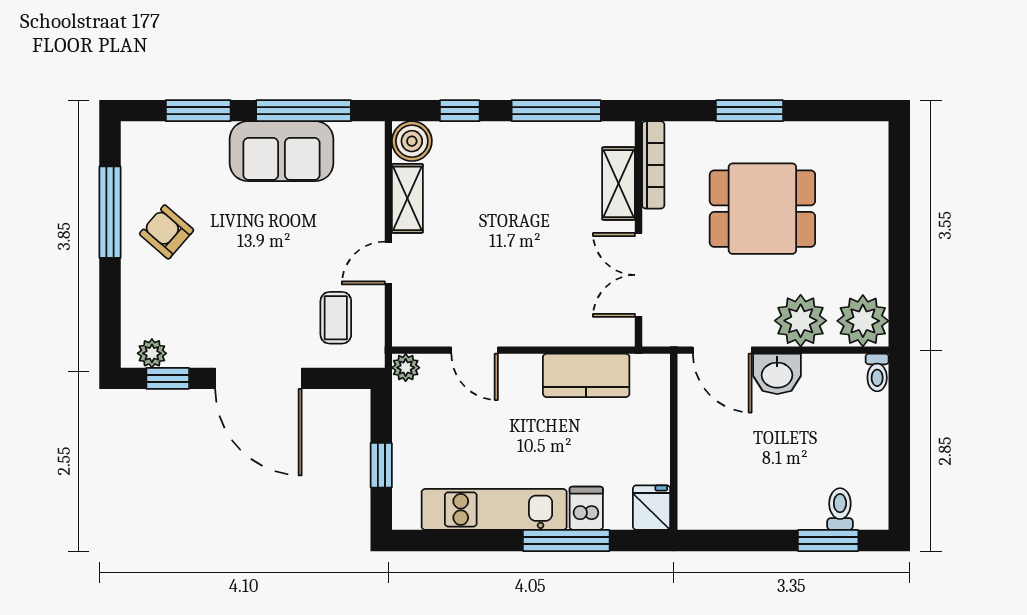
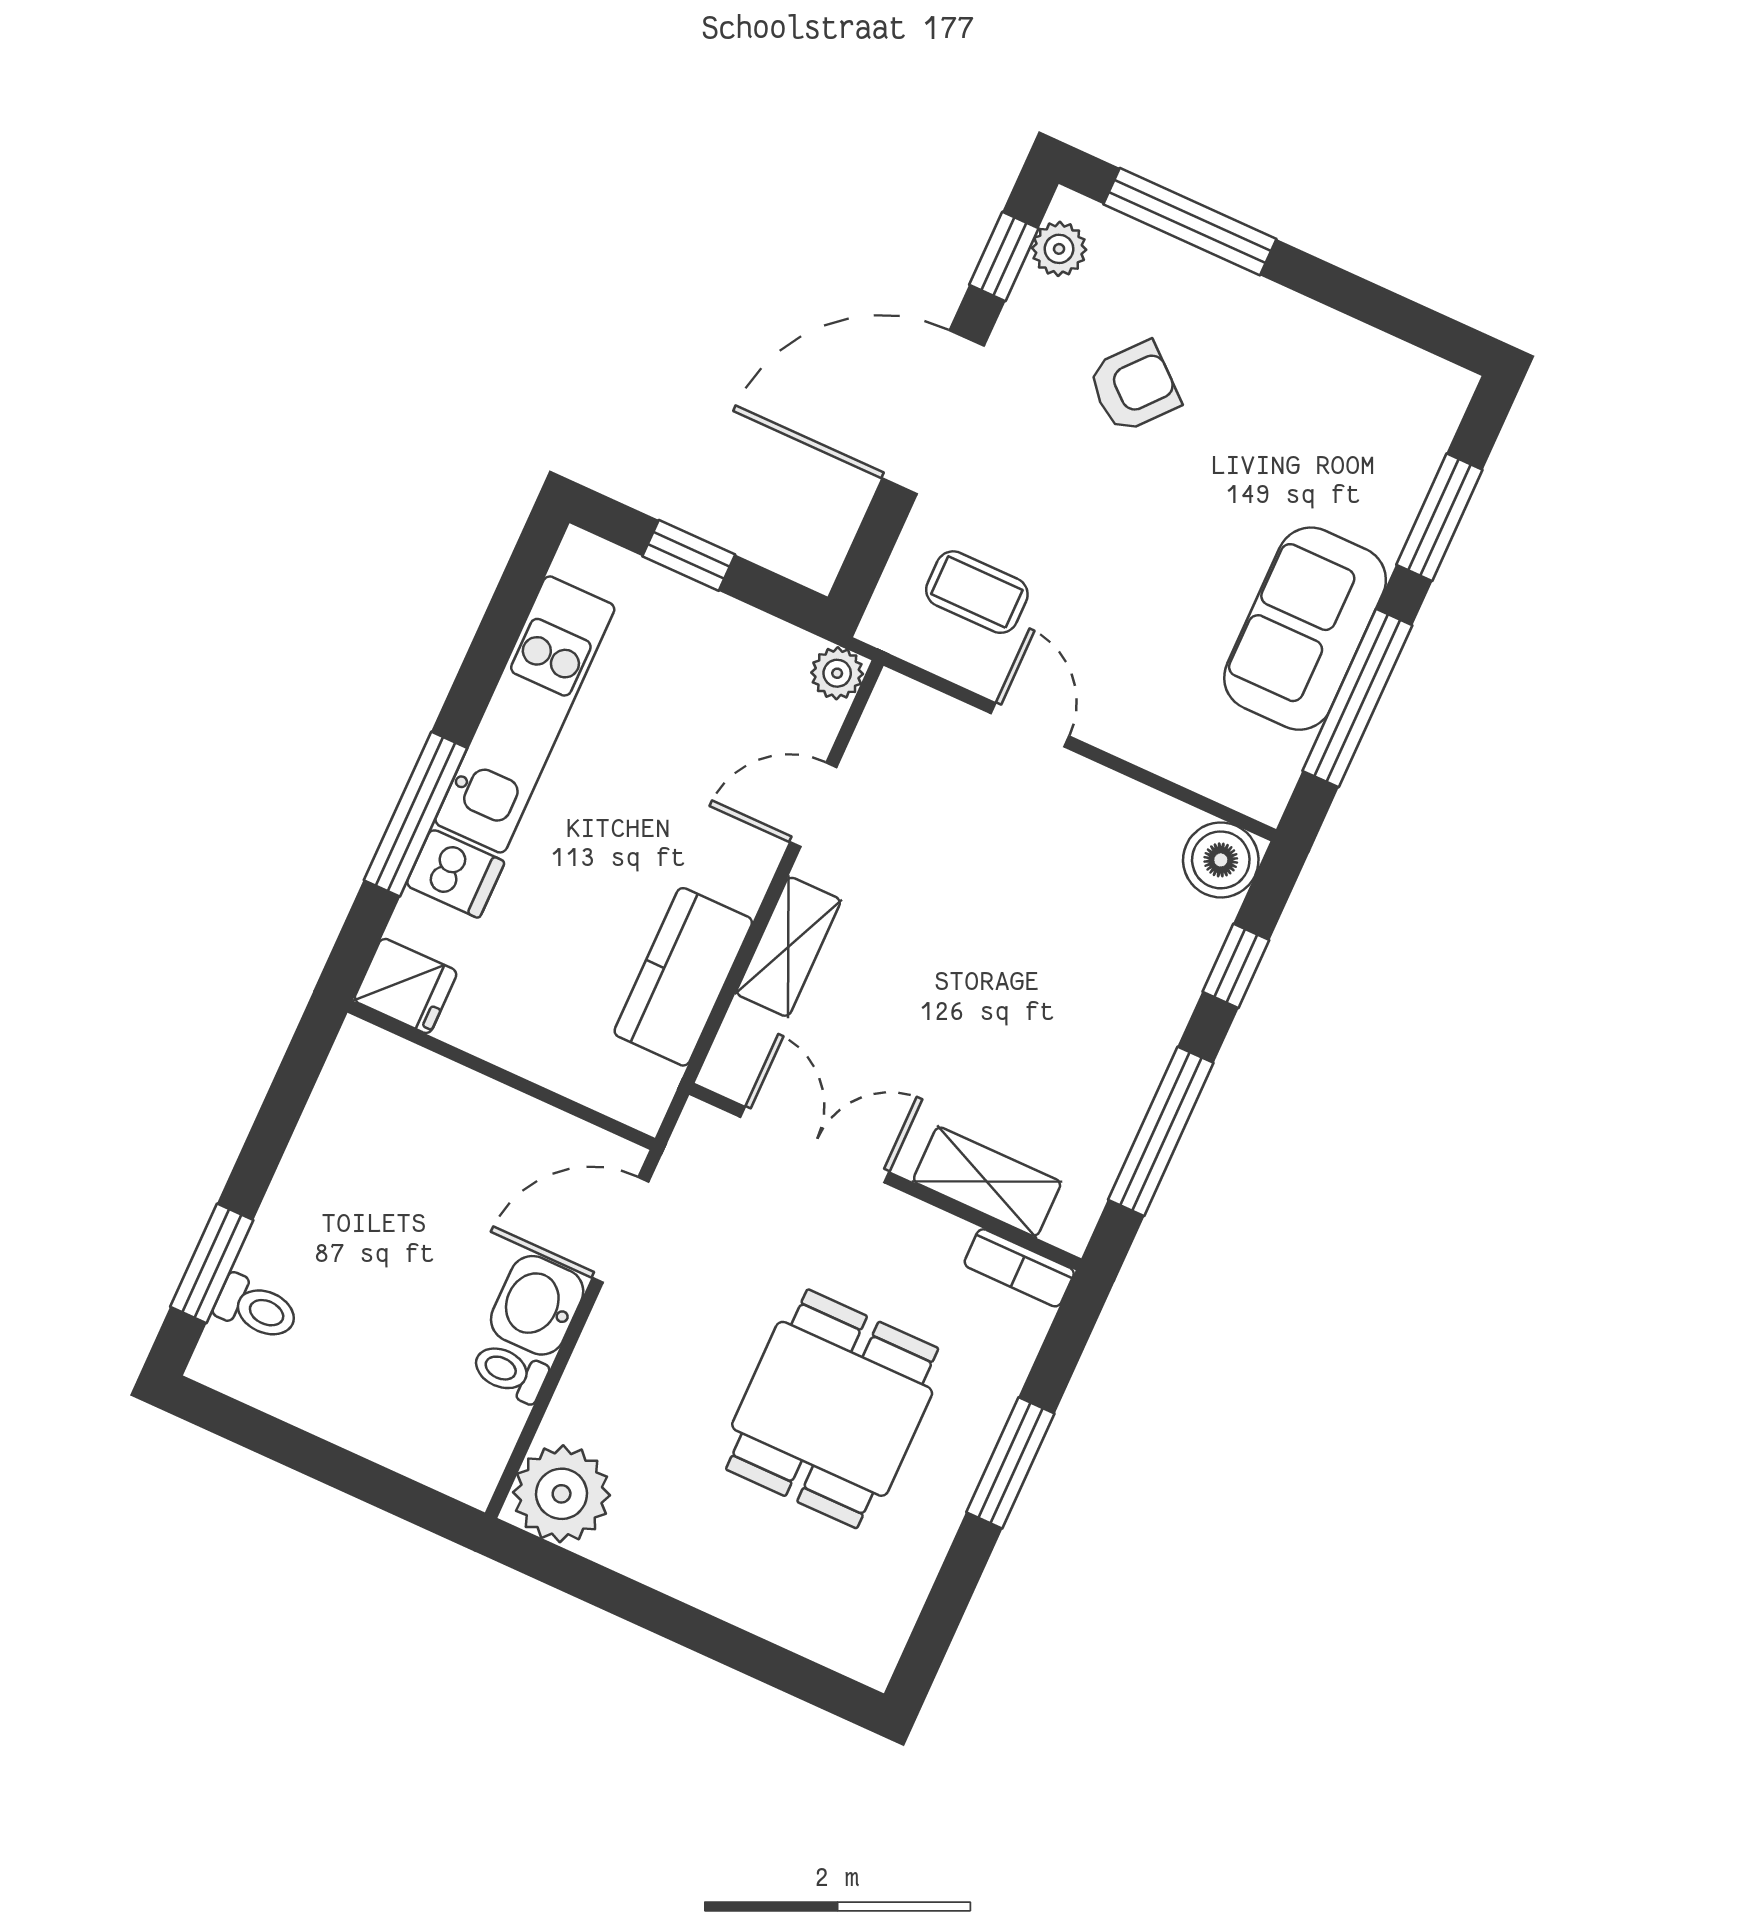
bookcase: (653, 165) -> (1019, 1268), width x0.64
shelving: (407, 198) -> (788, 947), moved, turned 90
window: (110, 212) -> (1190, 222), moved
armchair: (167, 232) -> (1134, 387), moved
plant: (801, 321) -> (610, 1387), removed
toilet: (877, 373) -> (510, 1372), moved

